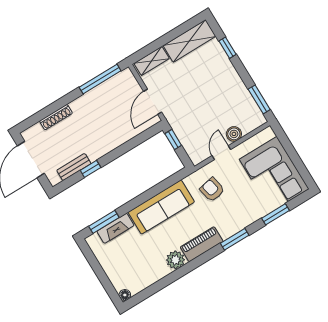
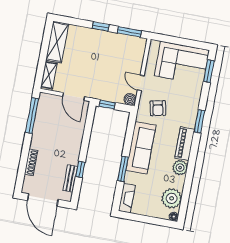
window: (228, 48) -> (101, 26), moved
boiler: (234, 134) -> (130, 99), moved
armchair: (212, 190) -> (158, 108), turned -90
window: (275, 214) -> (209, 71), moved
window: (104, 222) -> (123, 169), moved
fireplace: (115, 228) -> (127, 198), moved
plant: (140, 278) -> (172, 198), added

